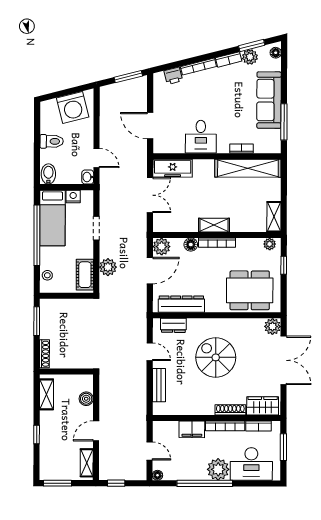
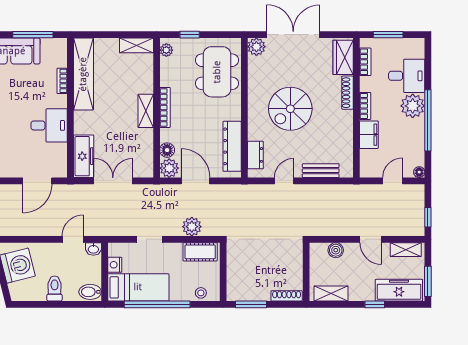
floor lamp: (191, 245) -> (167, 150), moved
bookcase: (225, 426) -> (365, 106), width x0.64
freezer: (49, 457) -> (399, 290), added
desk: (251, 464) -> (407, 76), width x0.73

